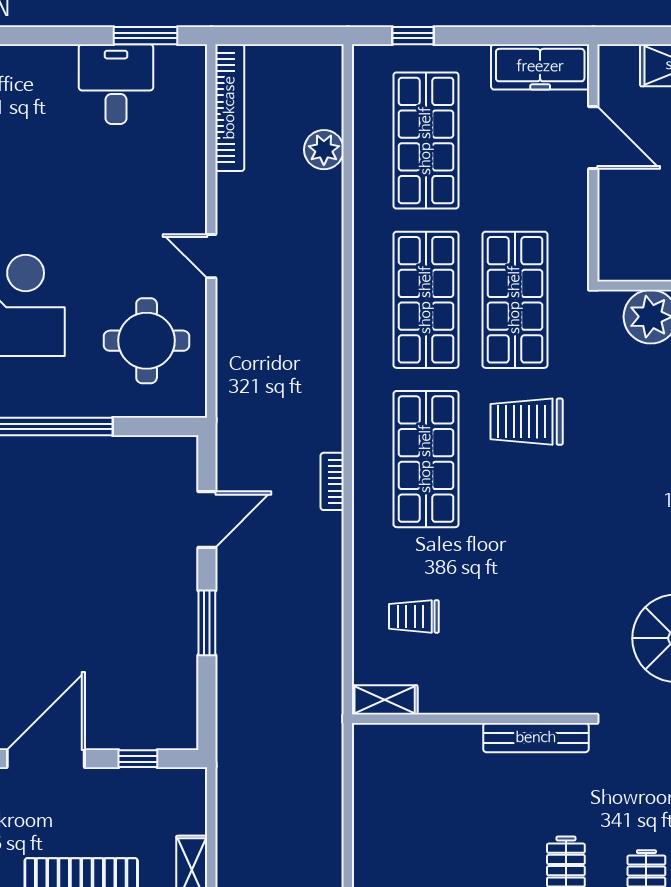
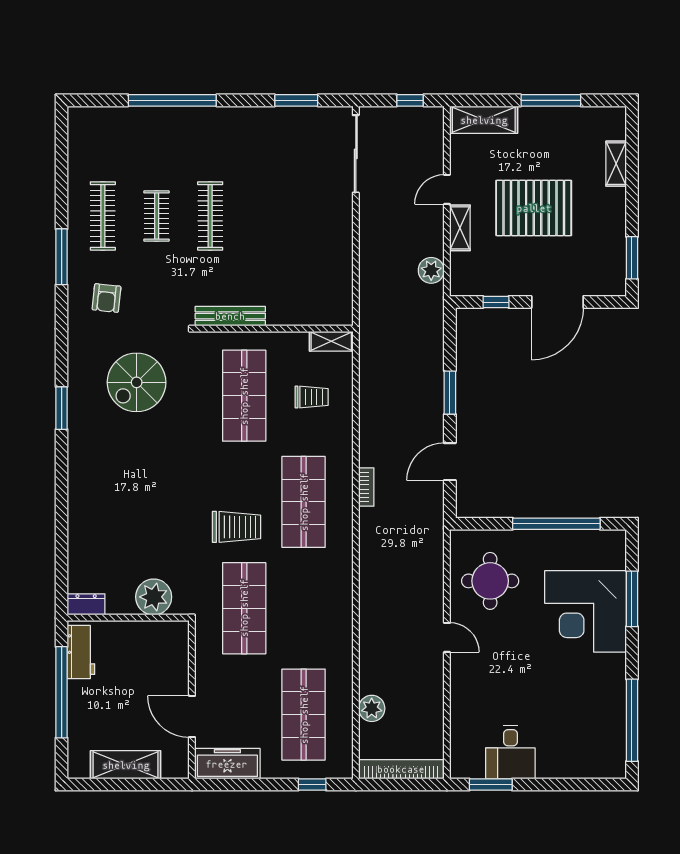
bookcase: (230, 108) -> (401, 769), moved, turned 90
shop shelf: (426, 300) -> (244, 396), moved
plant: (235, 806) -> (431, 270), added

